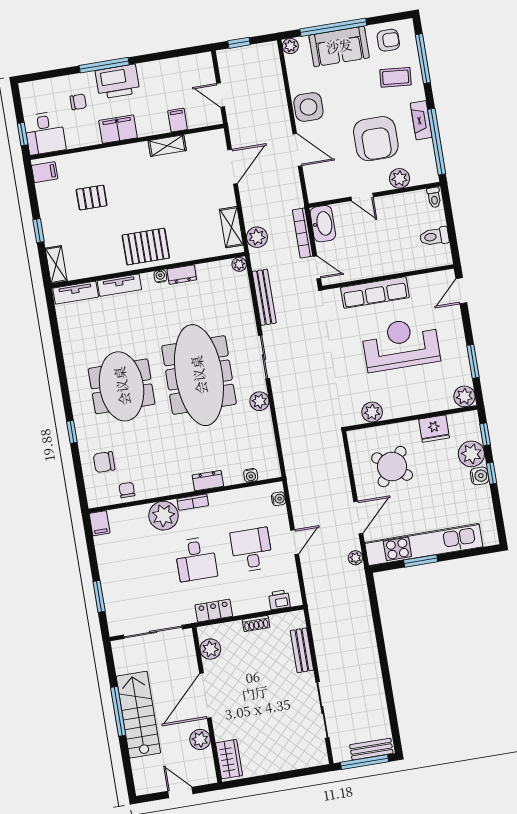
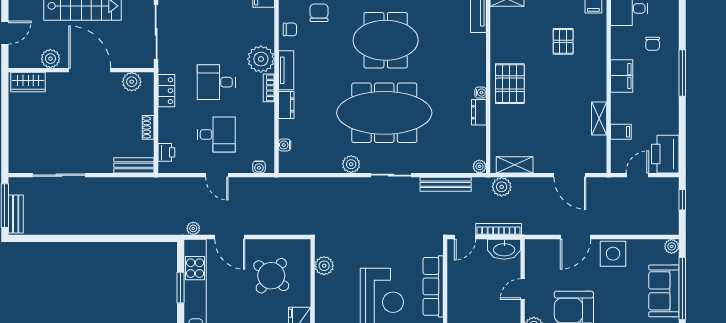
printer: (118, 82) -> (665, 154), moved
tv unit: (119, 285) -> (286, 70), moved, turned 180
bench: (302, 650) -> (134, 165), moved

